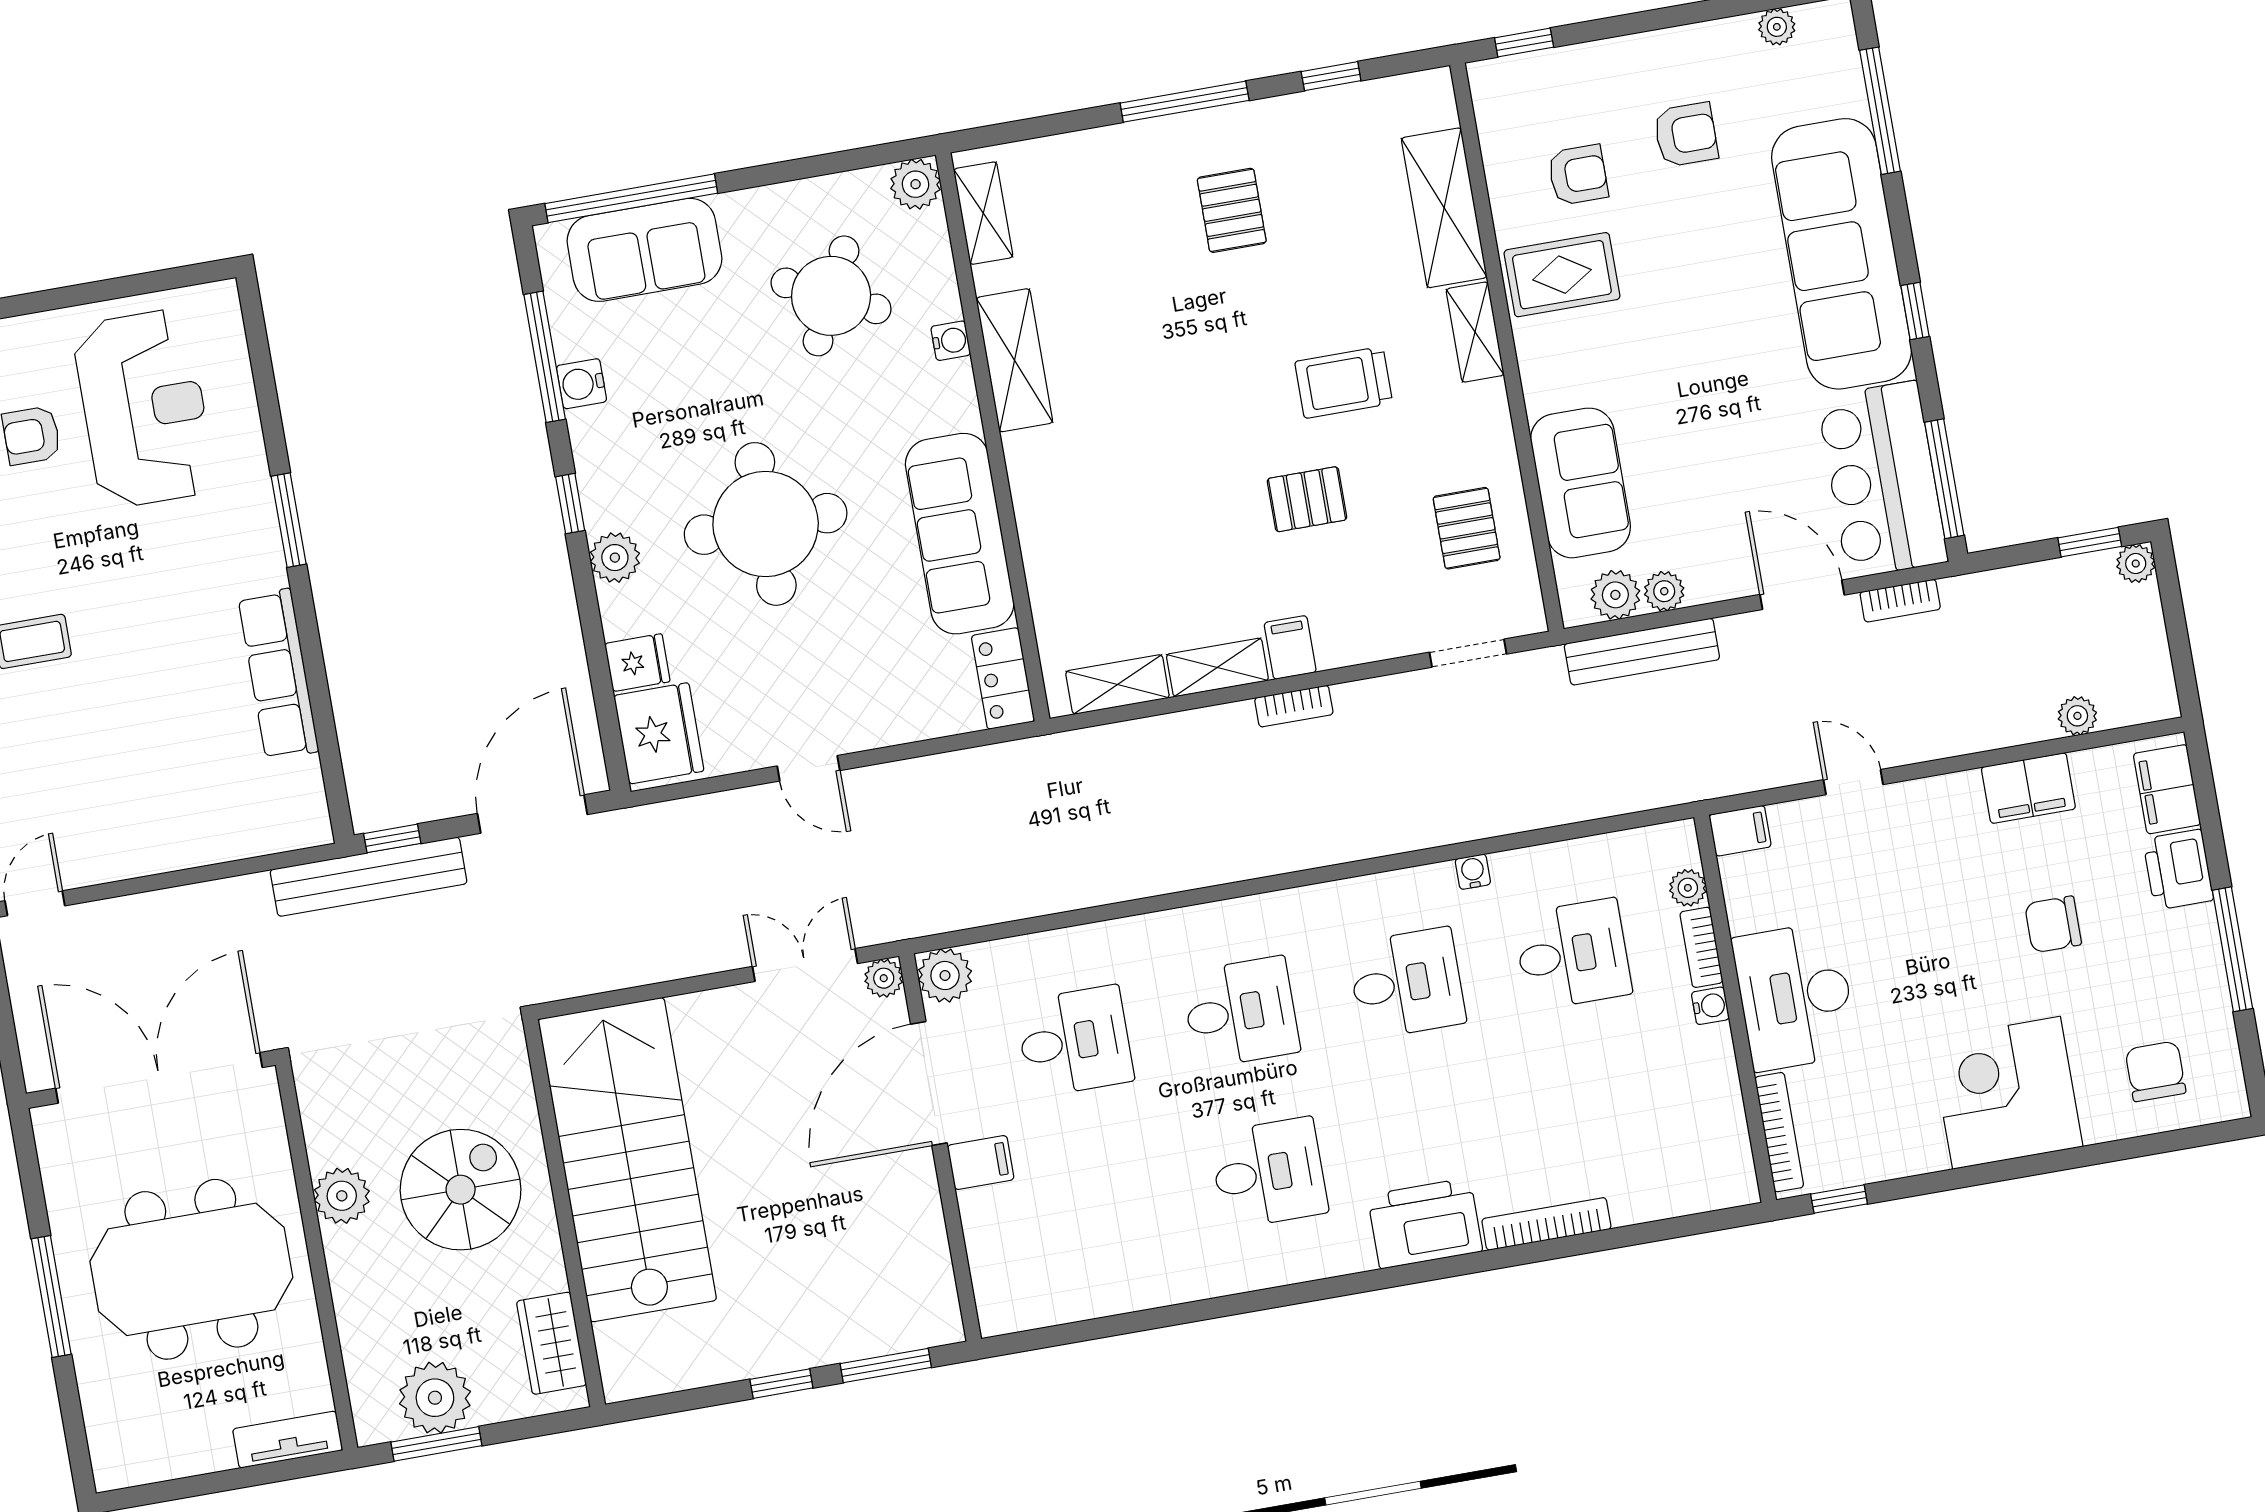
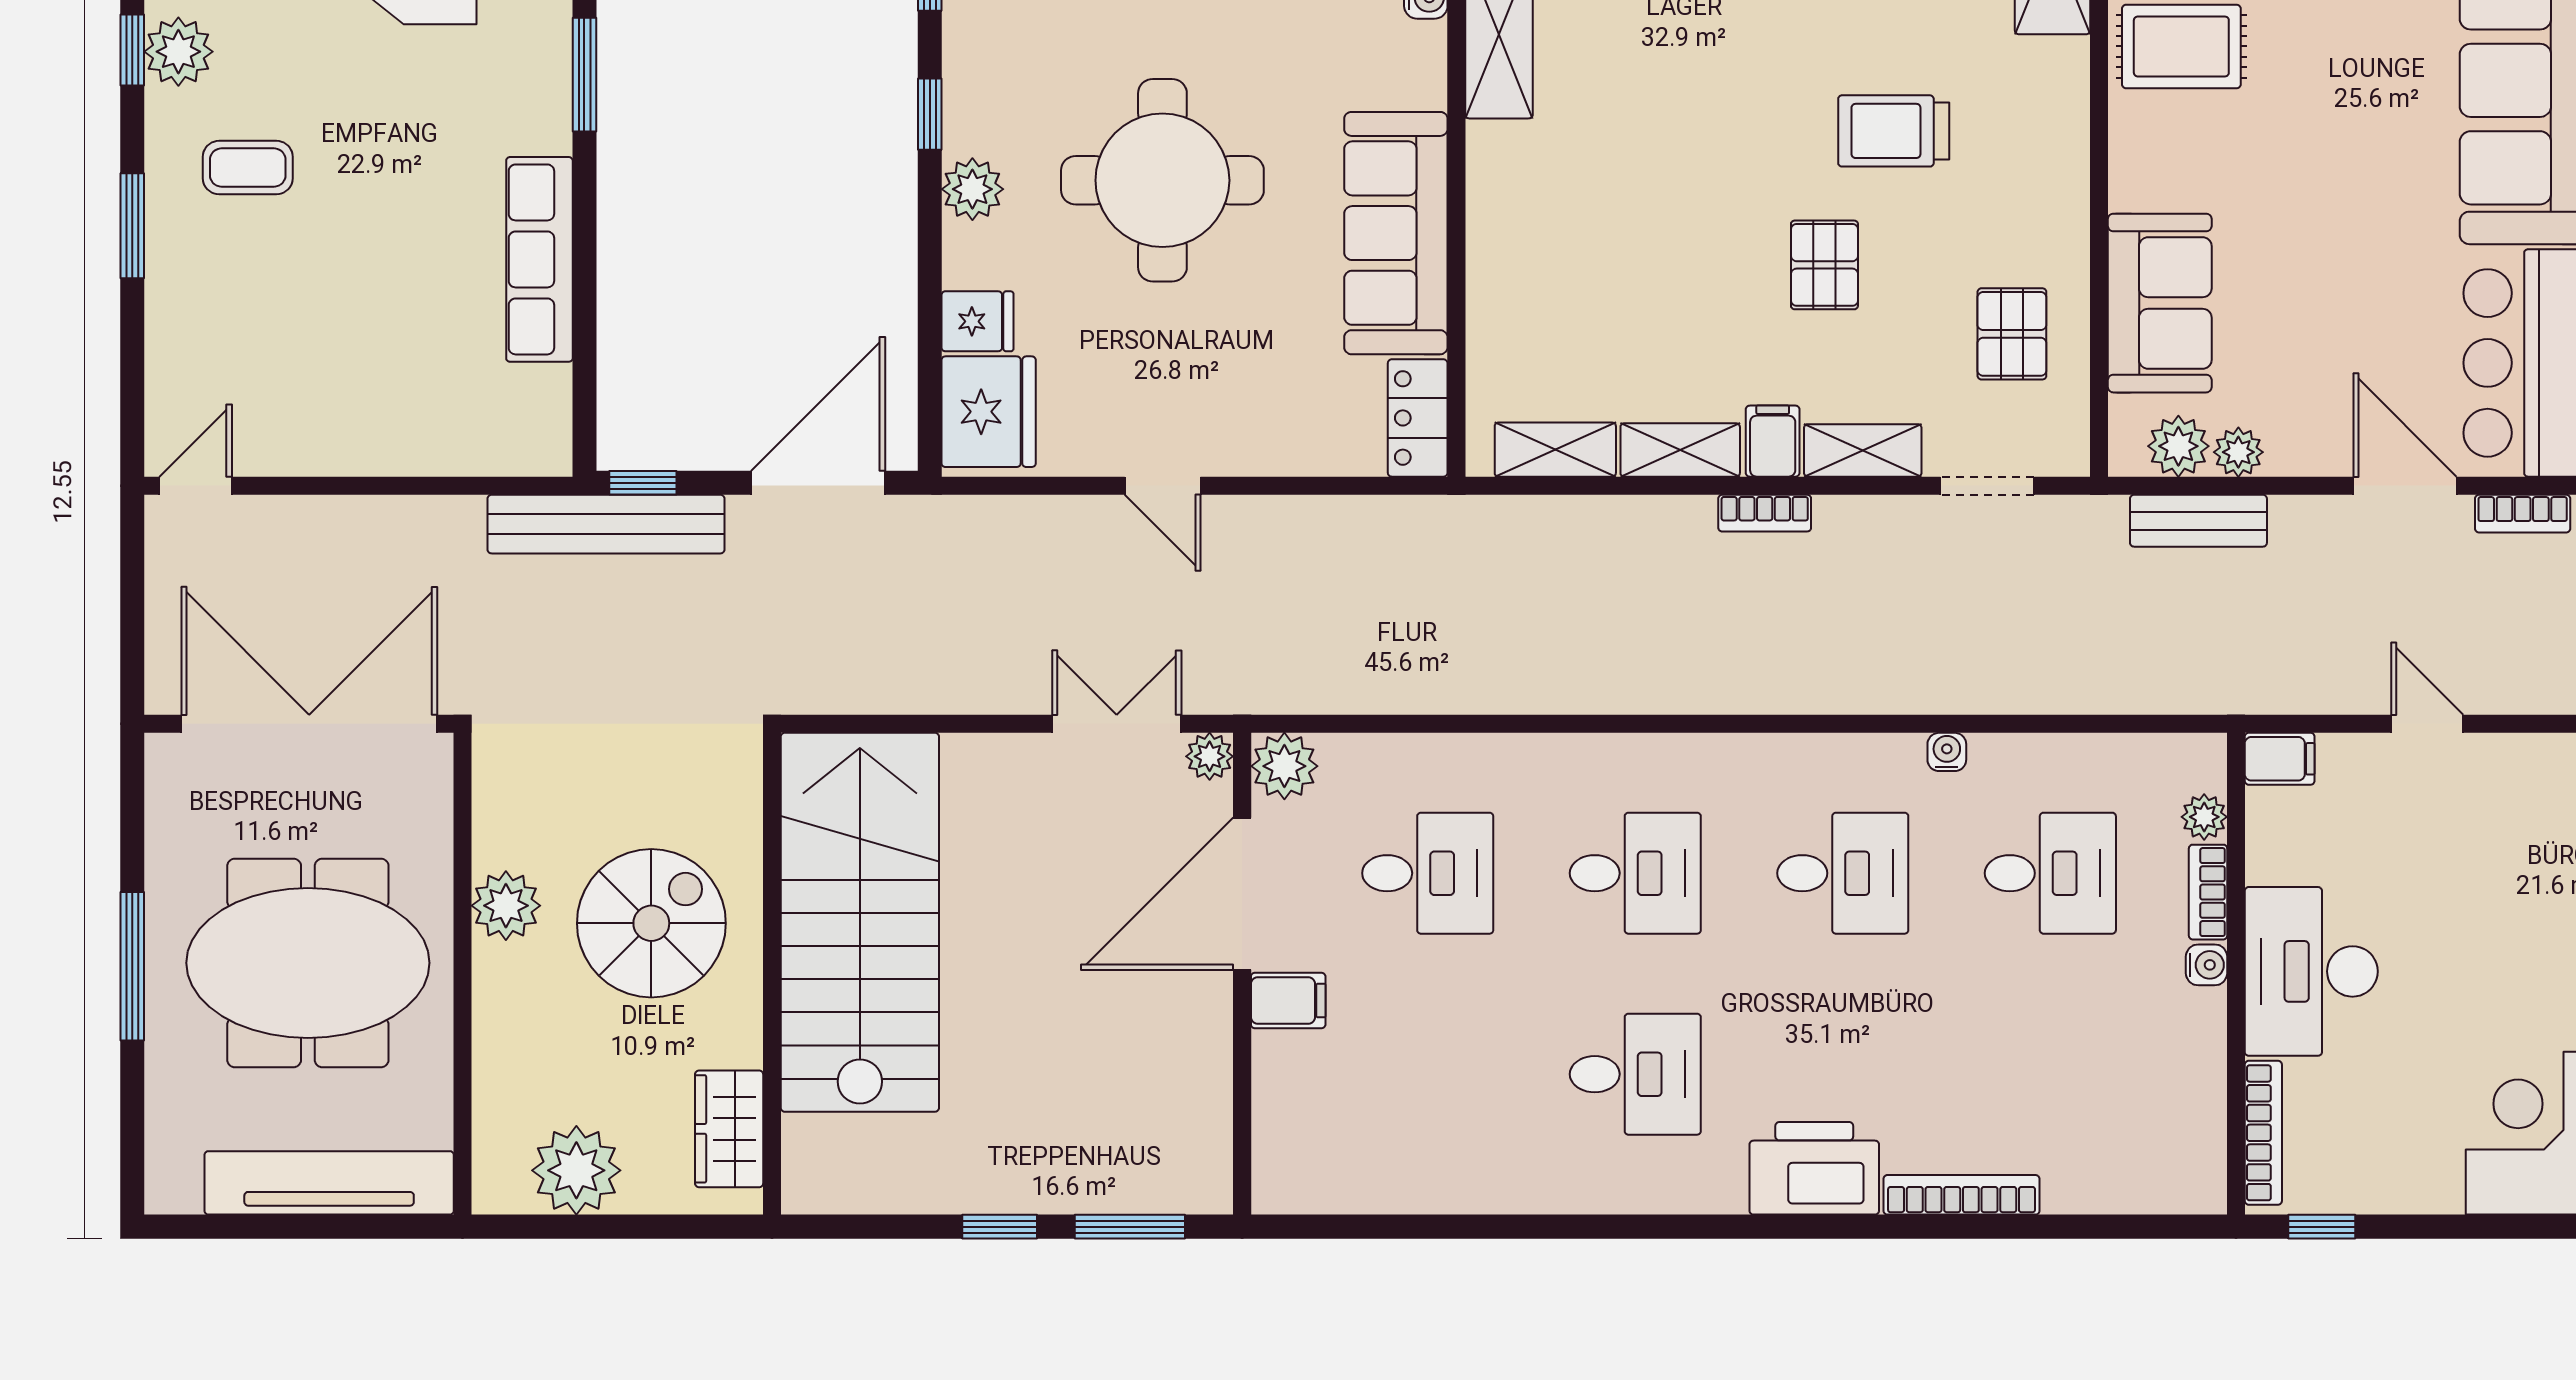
shelving: (1475, 332) -> (1863, 450), moved, turned 90
pallet: (1307, 499) -> (1824, 265), turned 90
bench: (1642, 652) -> (2198, 521), width x0.73
tv unit: (288, 1440) -> (329, 1183), width x1.92, depth x1.29
window: (436, 1444) -> (568, 1227), removed

